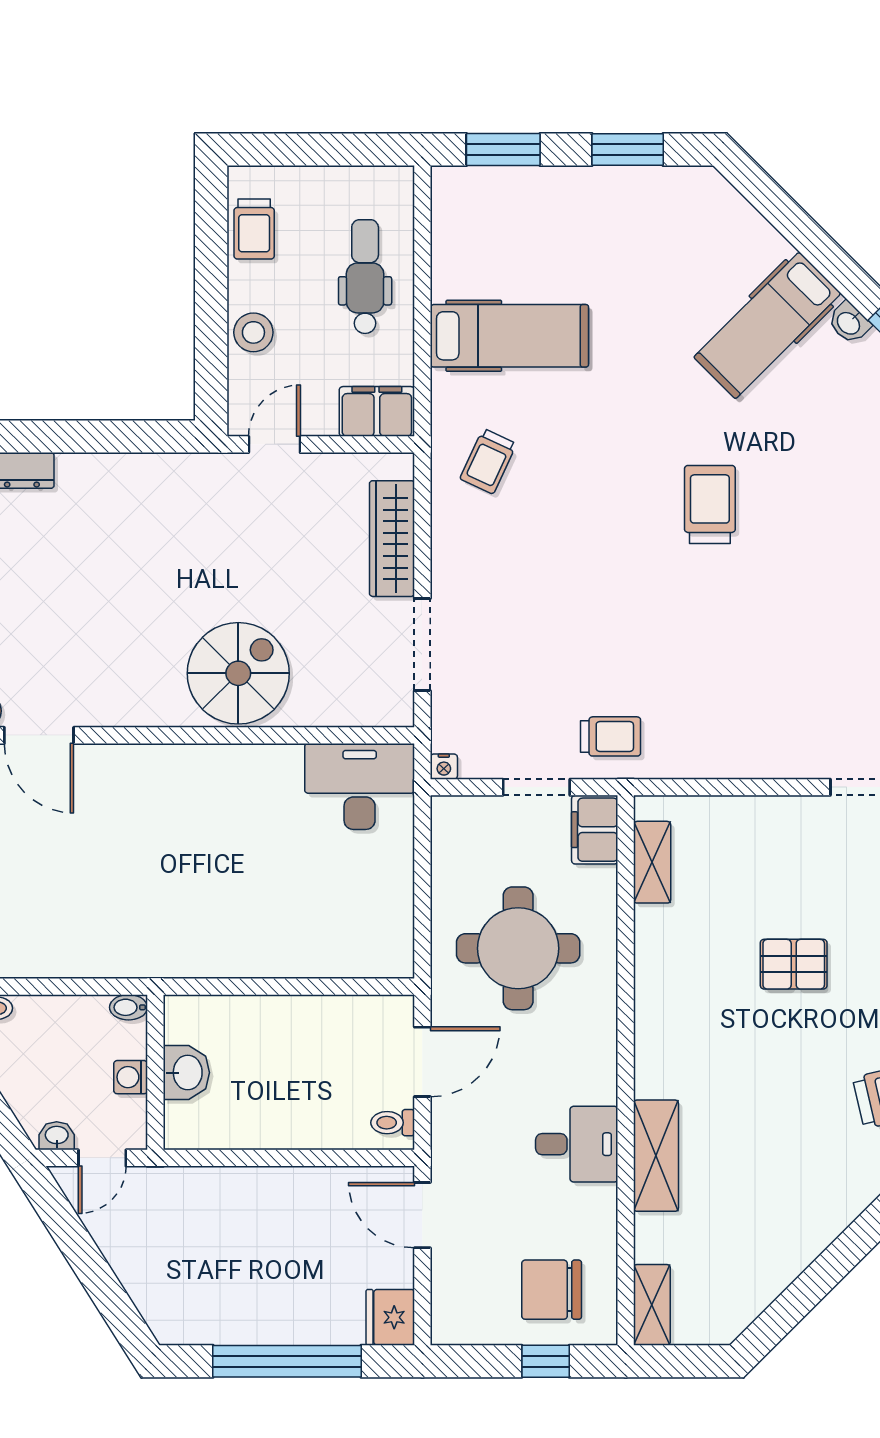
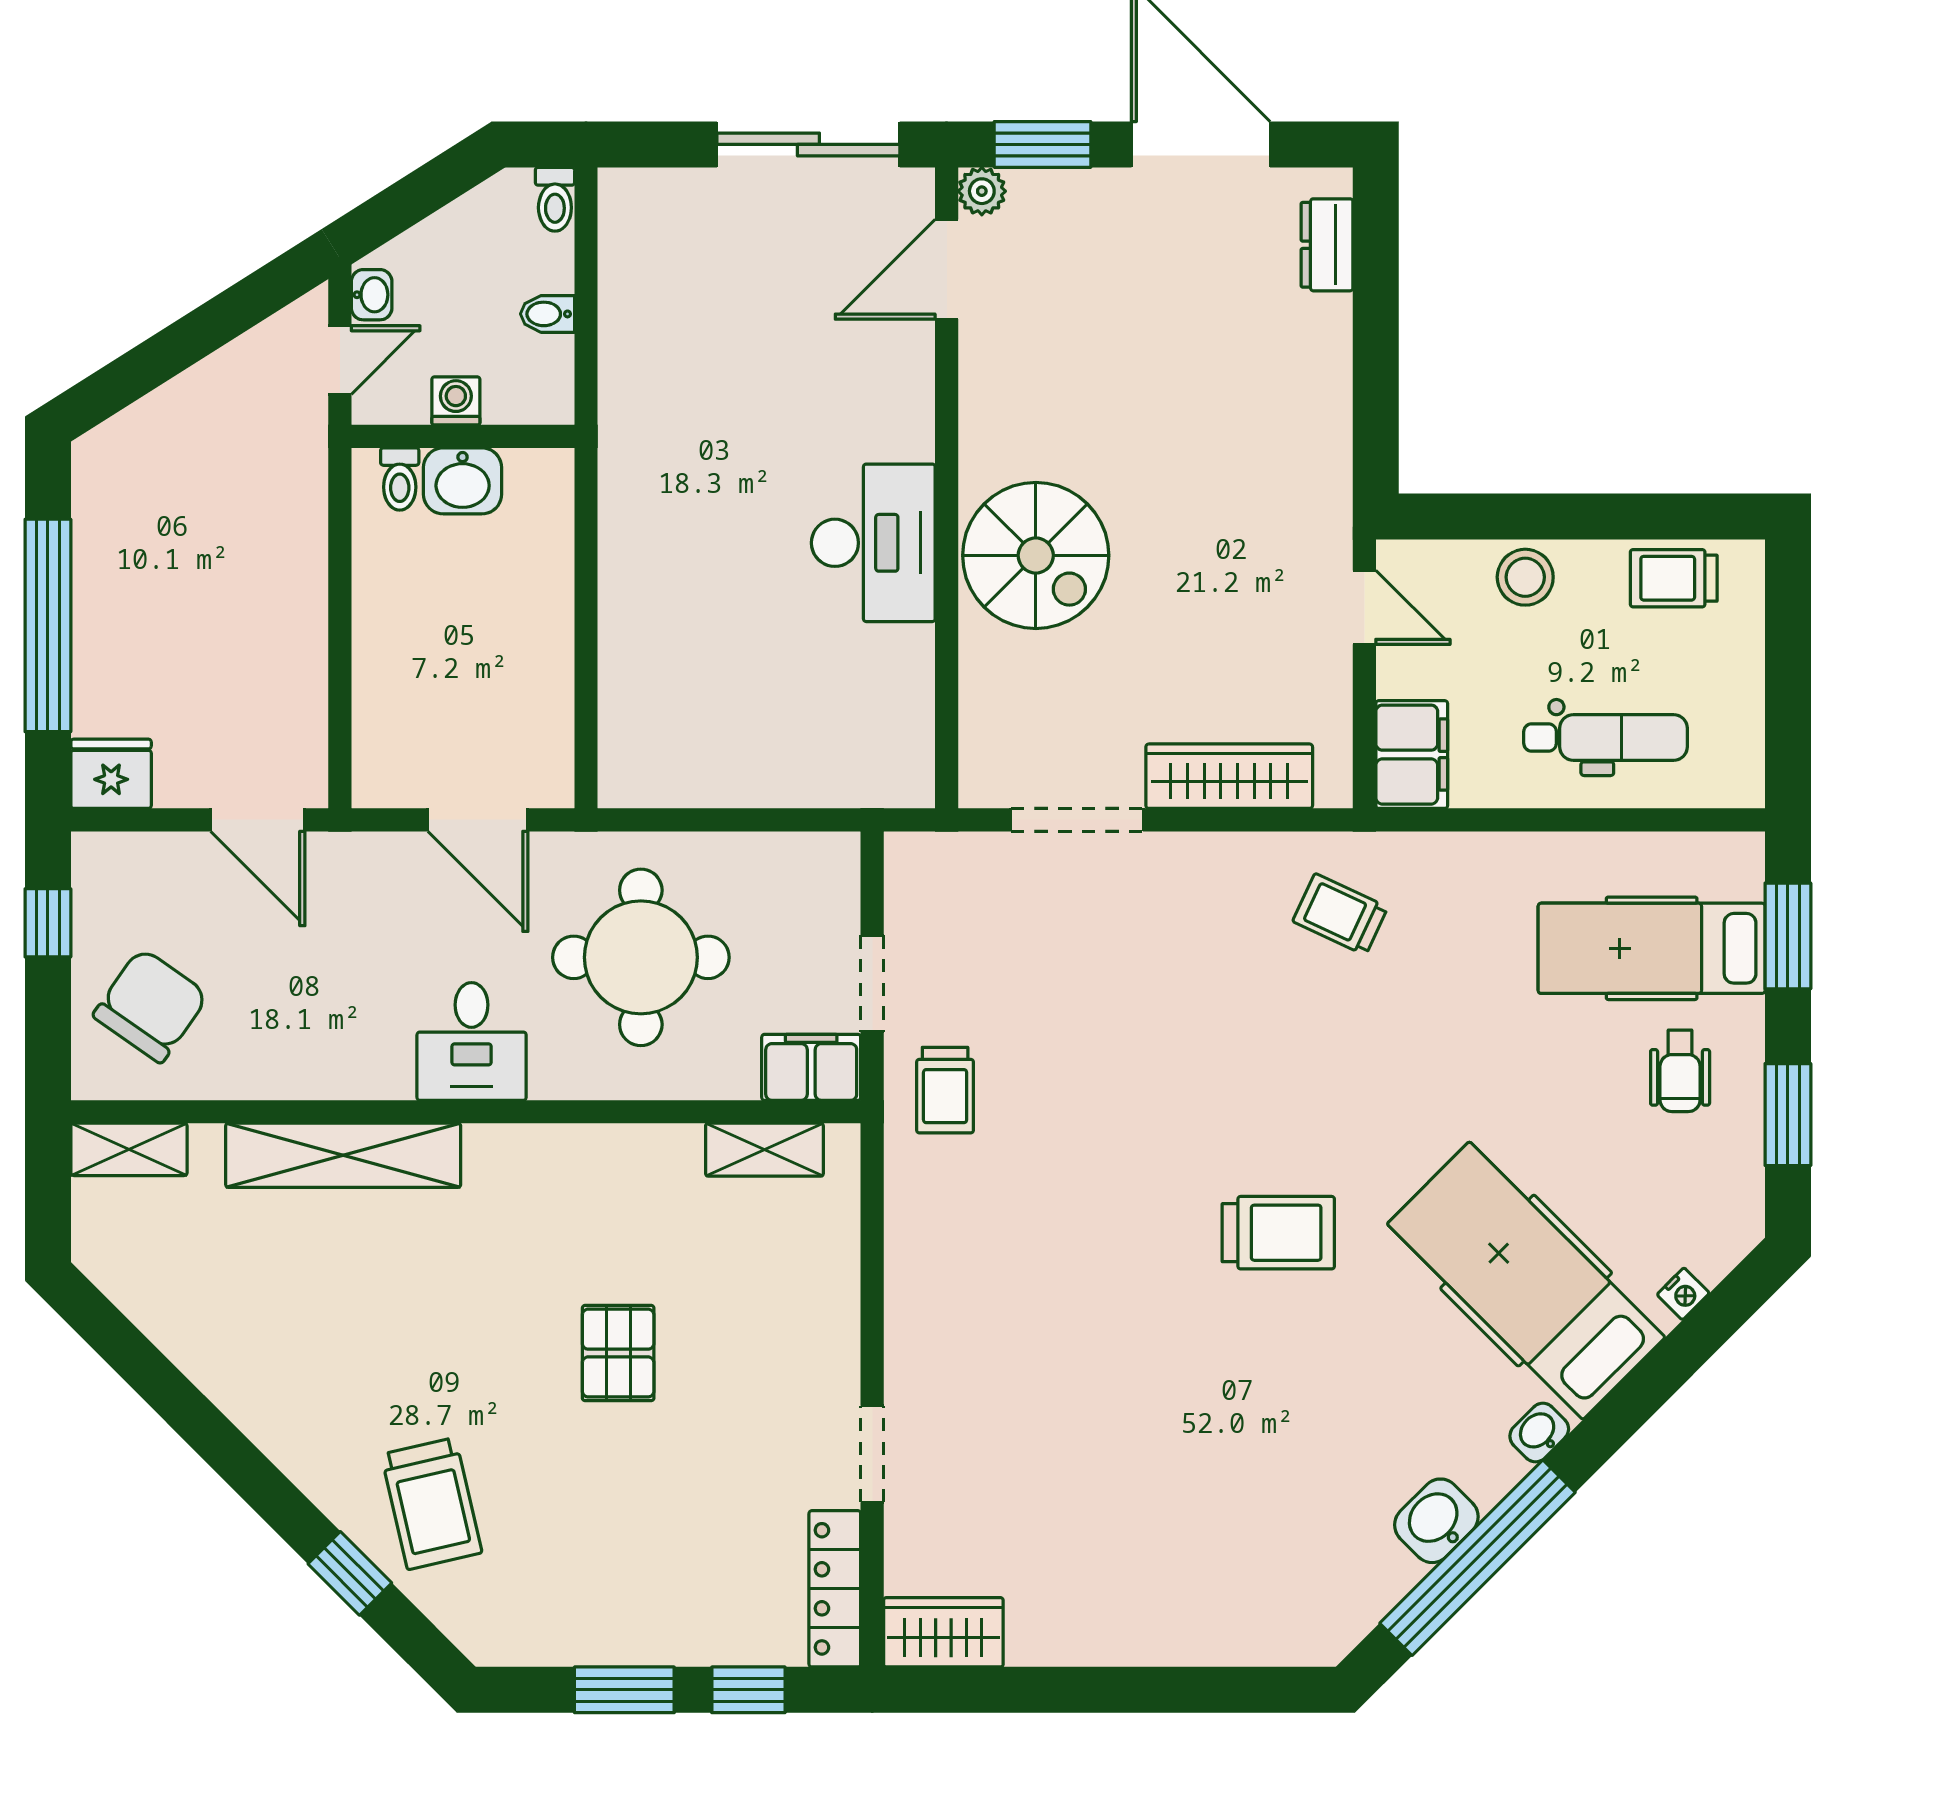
wheelchair: (597, 225) -> (1680, 1071), added
hospital bed: (767, 325) -> (1526, 1281), width x1.37, depth x1.29
hospital bed: (509, 336) -> (1652, 948), moved, turned 90
nightstand: (444, 767) -> (1683, 1294), moved, turned -135
desk: (360, 786) -> (873, 543), moved
bidet: (129, 1007) -> (547, 314), moved, turned -90
toilet: (393, 1123) -> (400, 479), moved, turned 180
desk: (577, 1144) -> (472, 1041), moved
shelving: (656, 1156) -> (343, 1155), width x1.47
door: (102, 1158) -> (340, 360), swing flipped
door: (422, 1215) -> (258, 820), swing flipped
chair: (552, 1290) -> (151, 1005), turned 35
window: (546, 1361) -> (48, 923), moved

